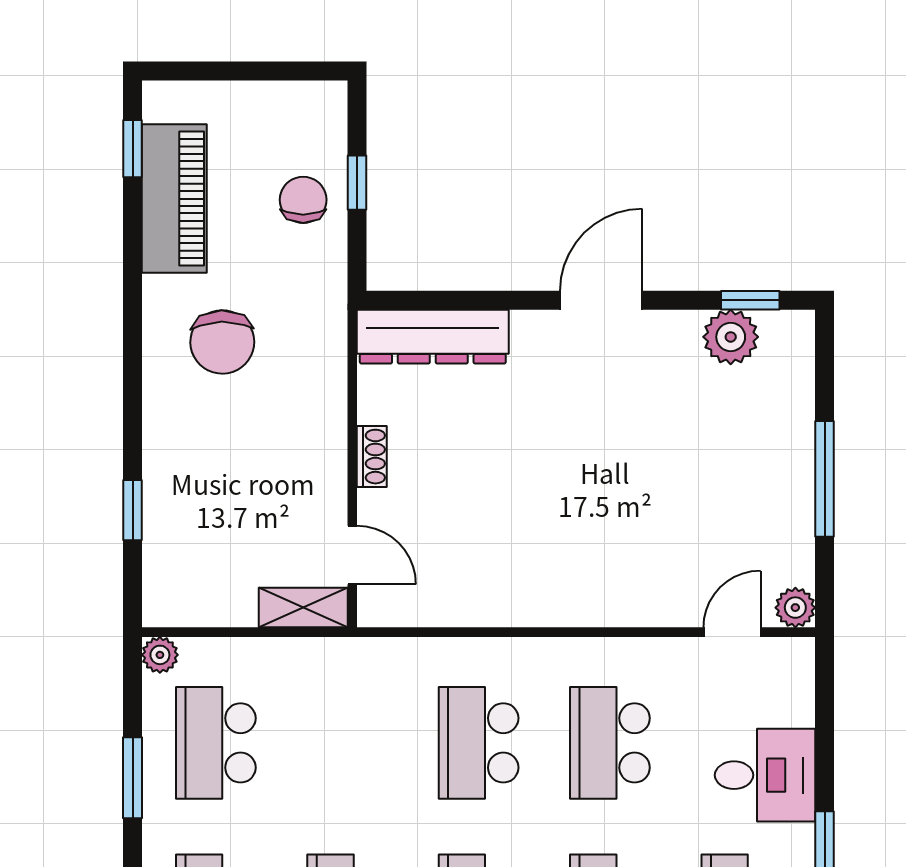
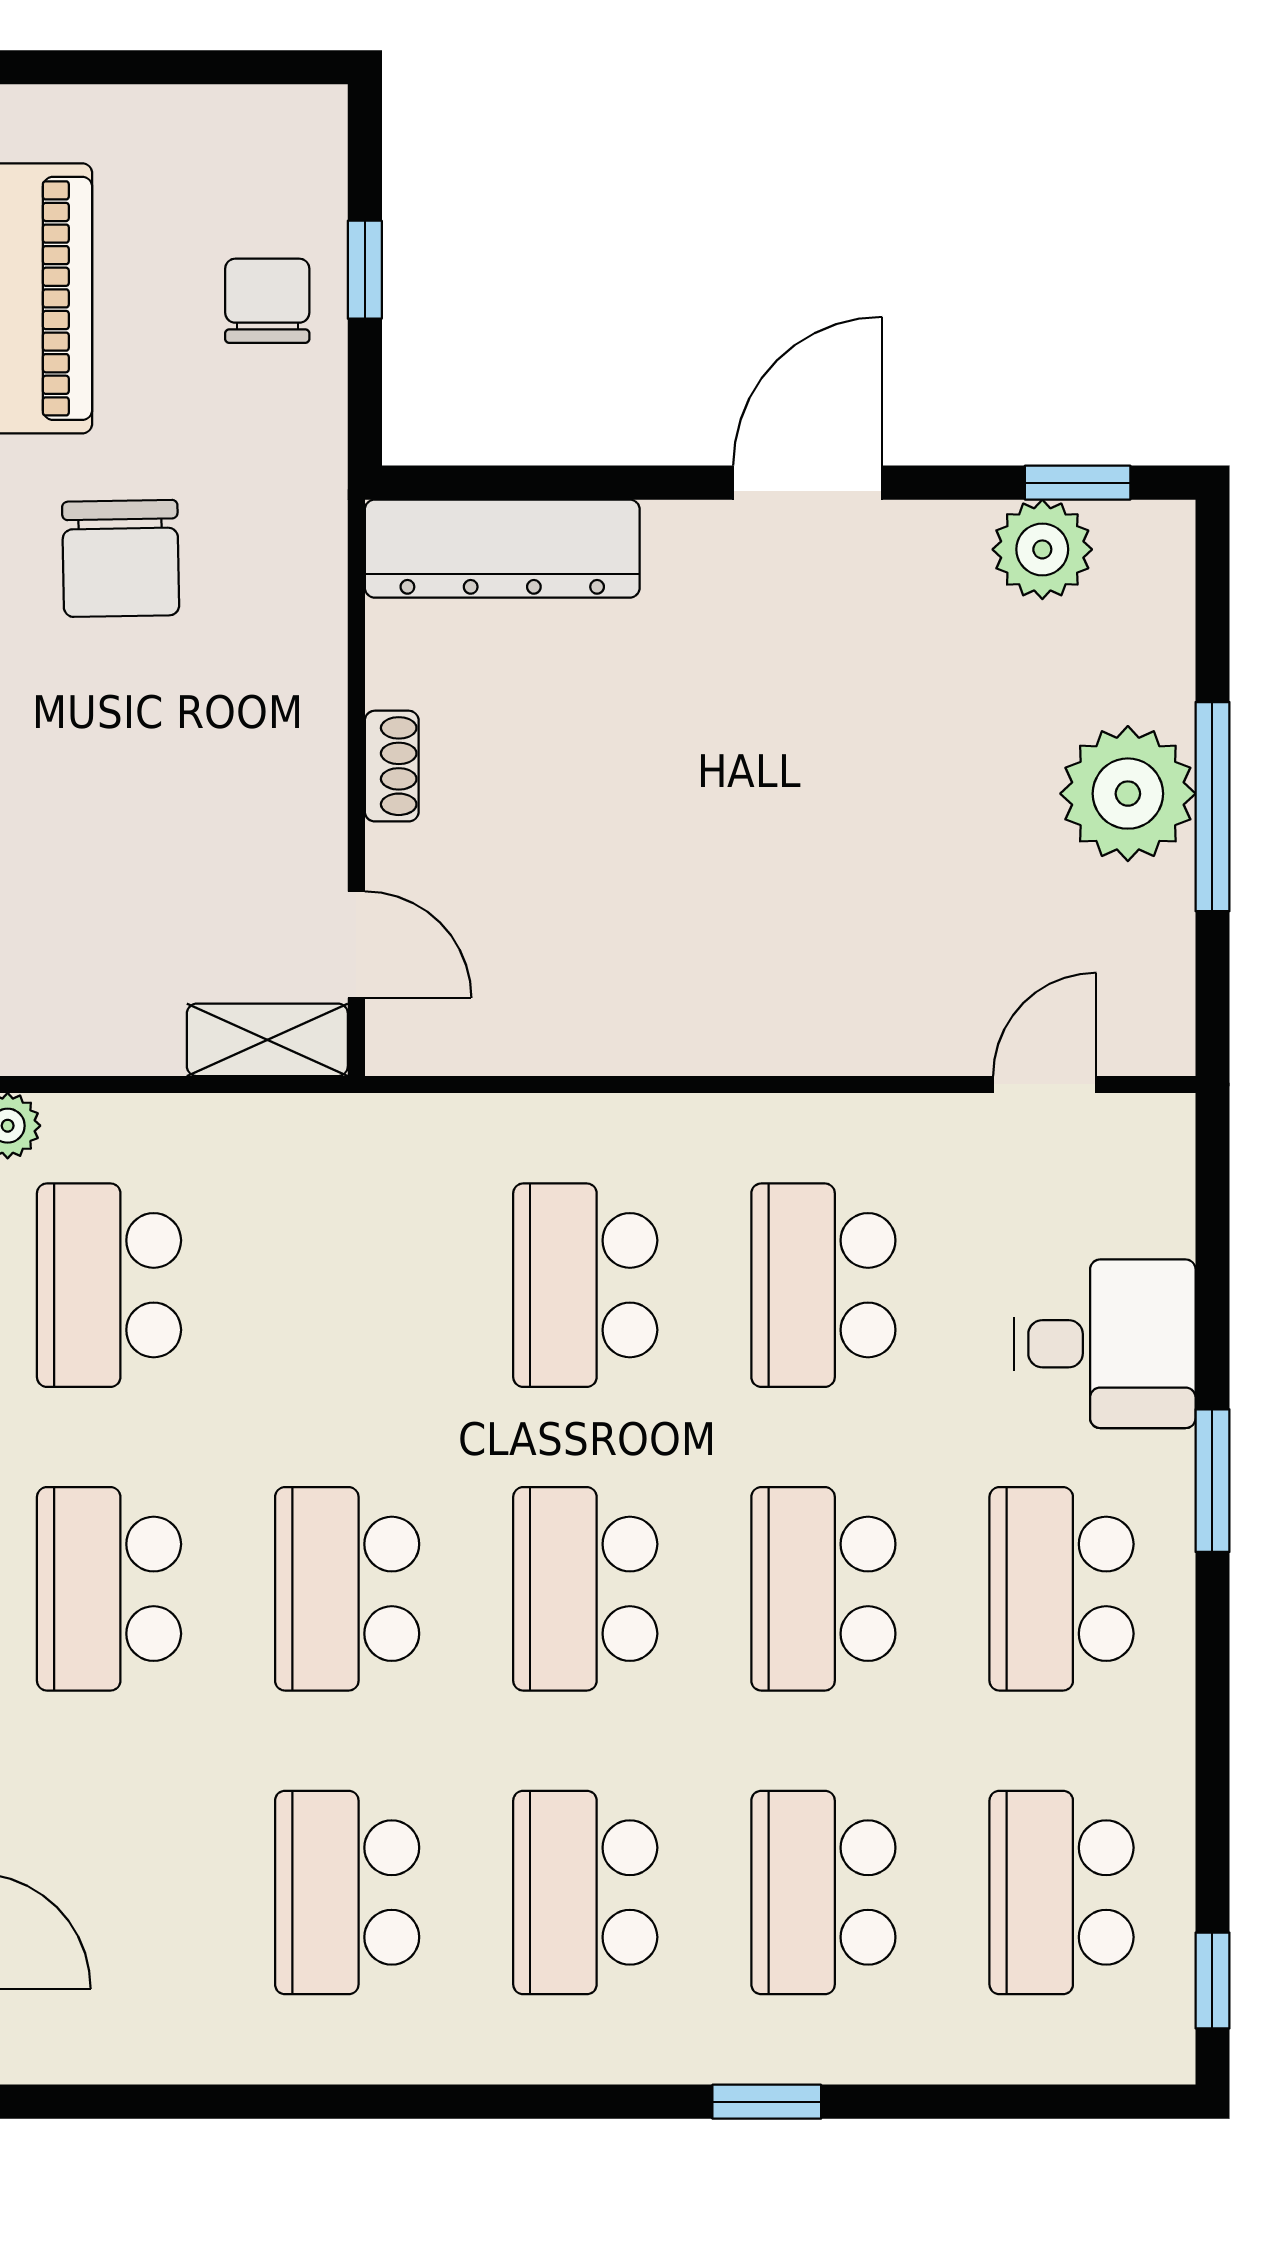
plant: (795, 608) -> (1128, 794), moved, width x1.88, depth x1.88

